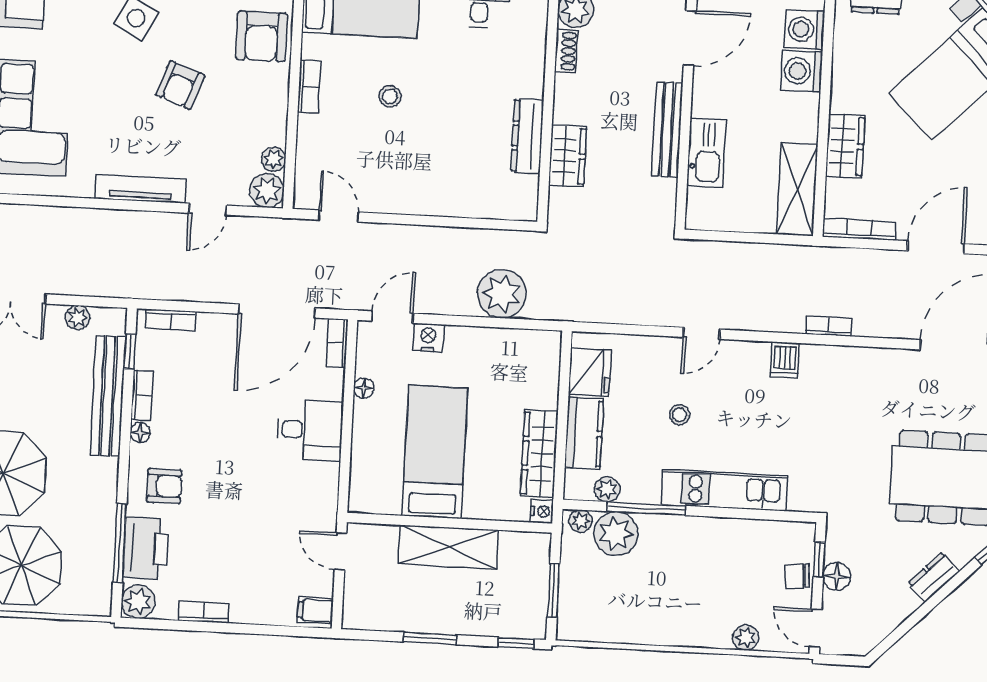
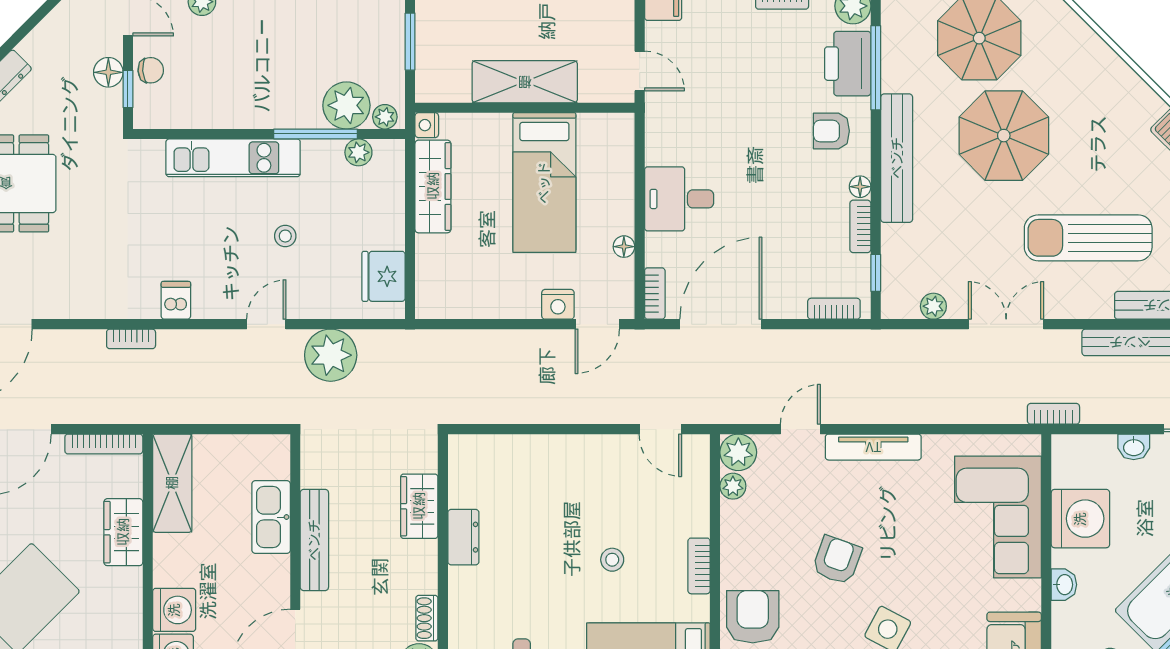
dresser: (527, 136) -> (463, 537), width x0.70
plant: (502, 294) -> (331, 355), moved
bench: (108, 396) -> (897, 158), moved
kitchen counter: (584, 433) -> (386, 211), removed

